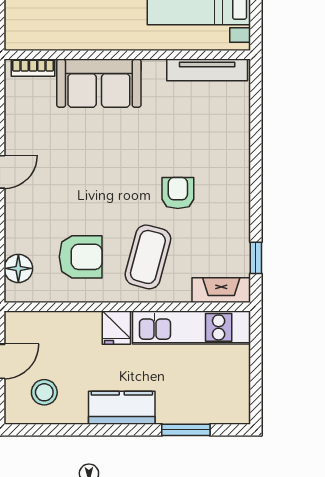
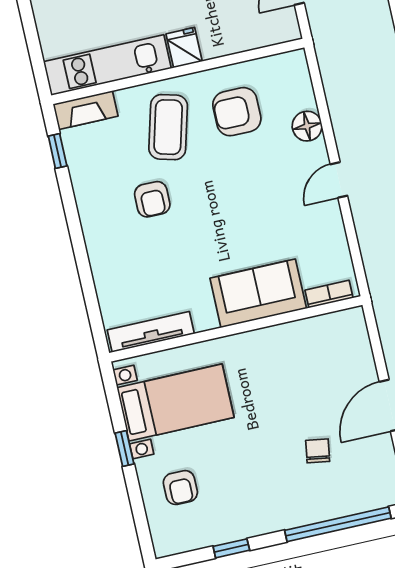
floor lamp: (18, 268) -> (307, 126), moved

